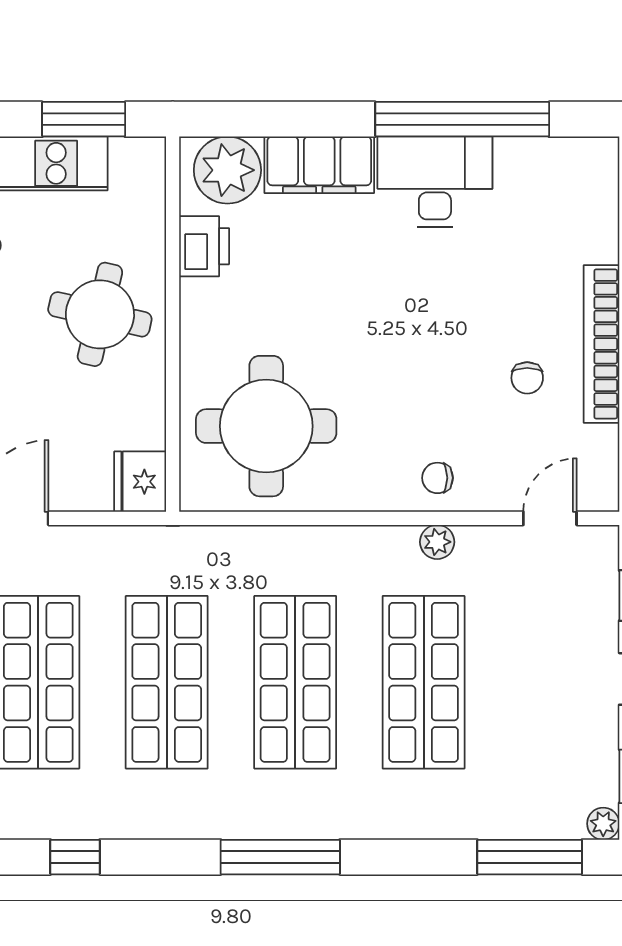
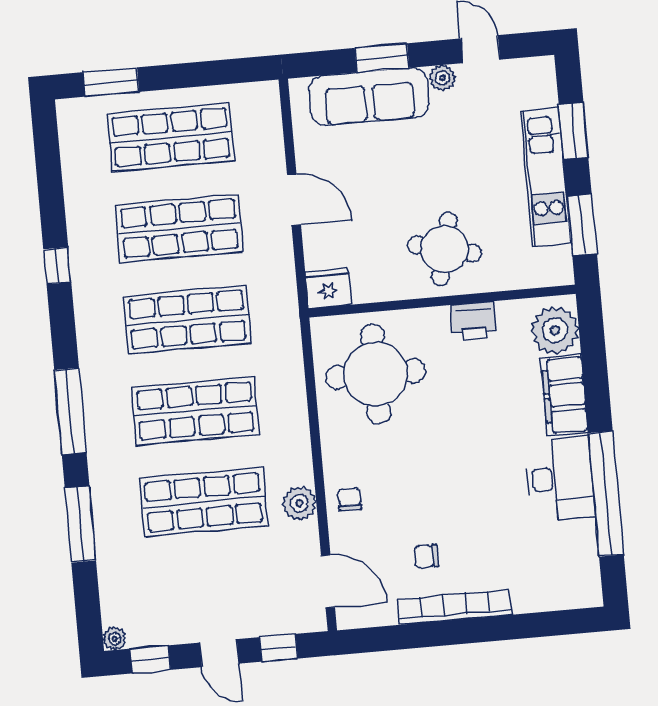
printer: (204, 246) -> (473, 321), moved
door: (550, 518) -> (328, 581), width x1.38
plant: (437, 542) -> (300, 503), width x1.38, depth x1.38
window: (530, 857) -> (80, 524), moved

